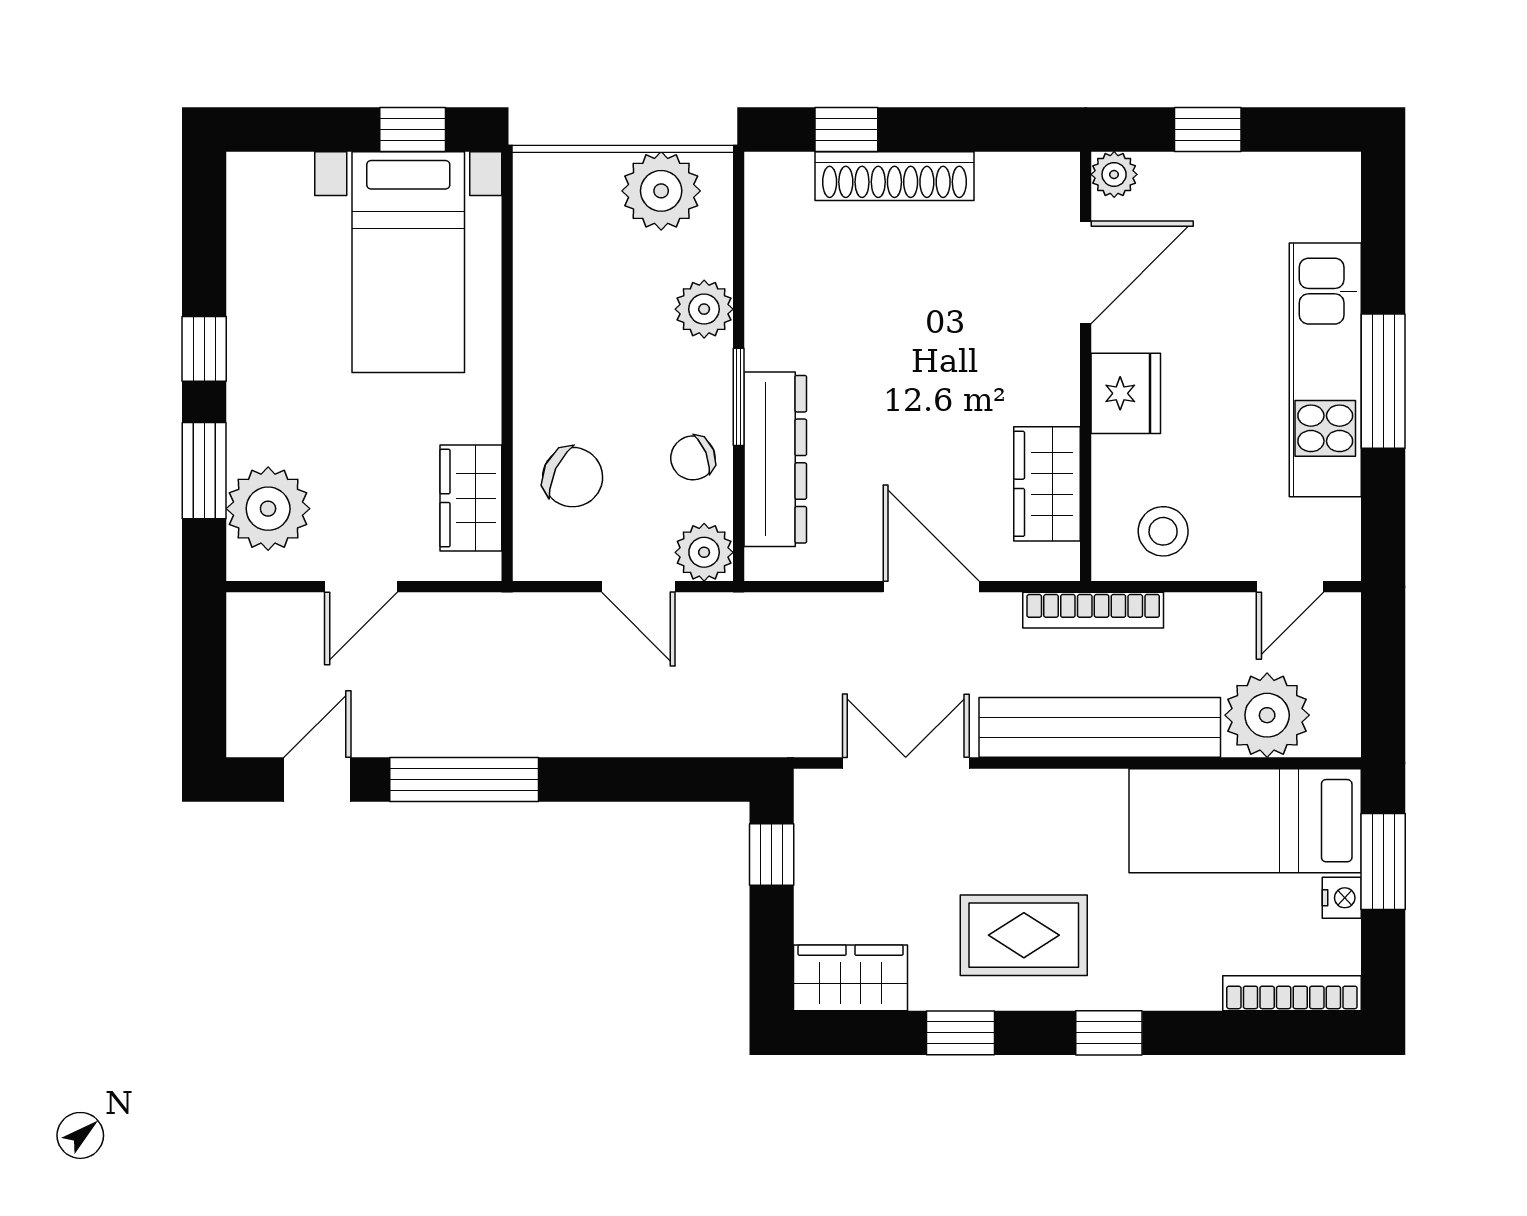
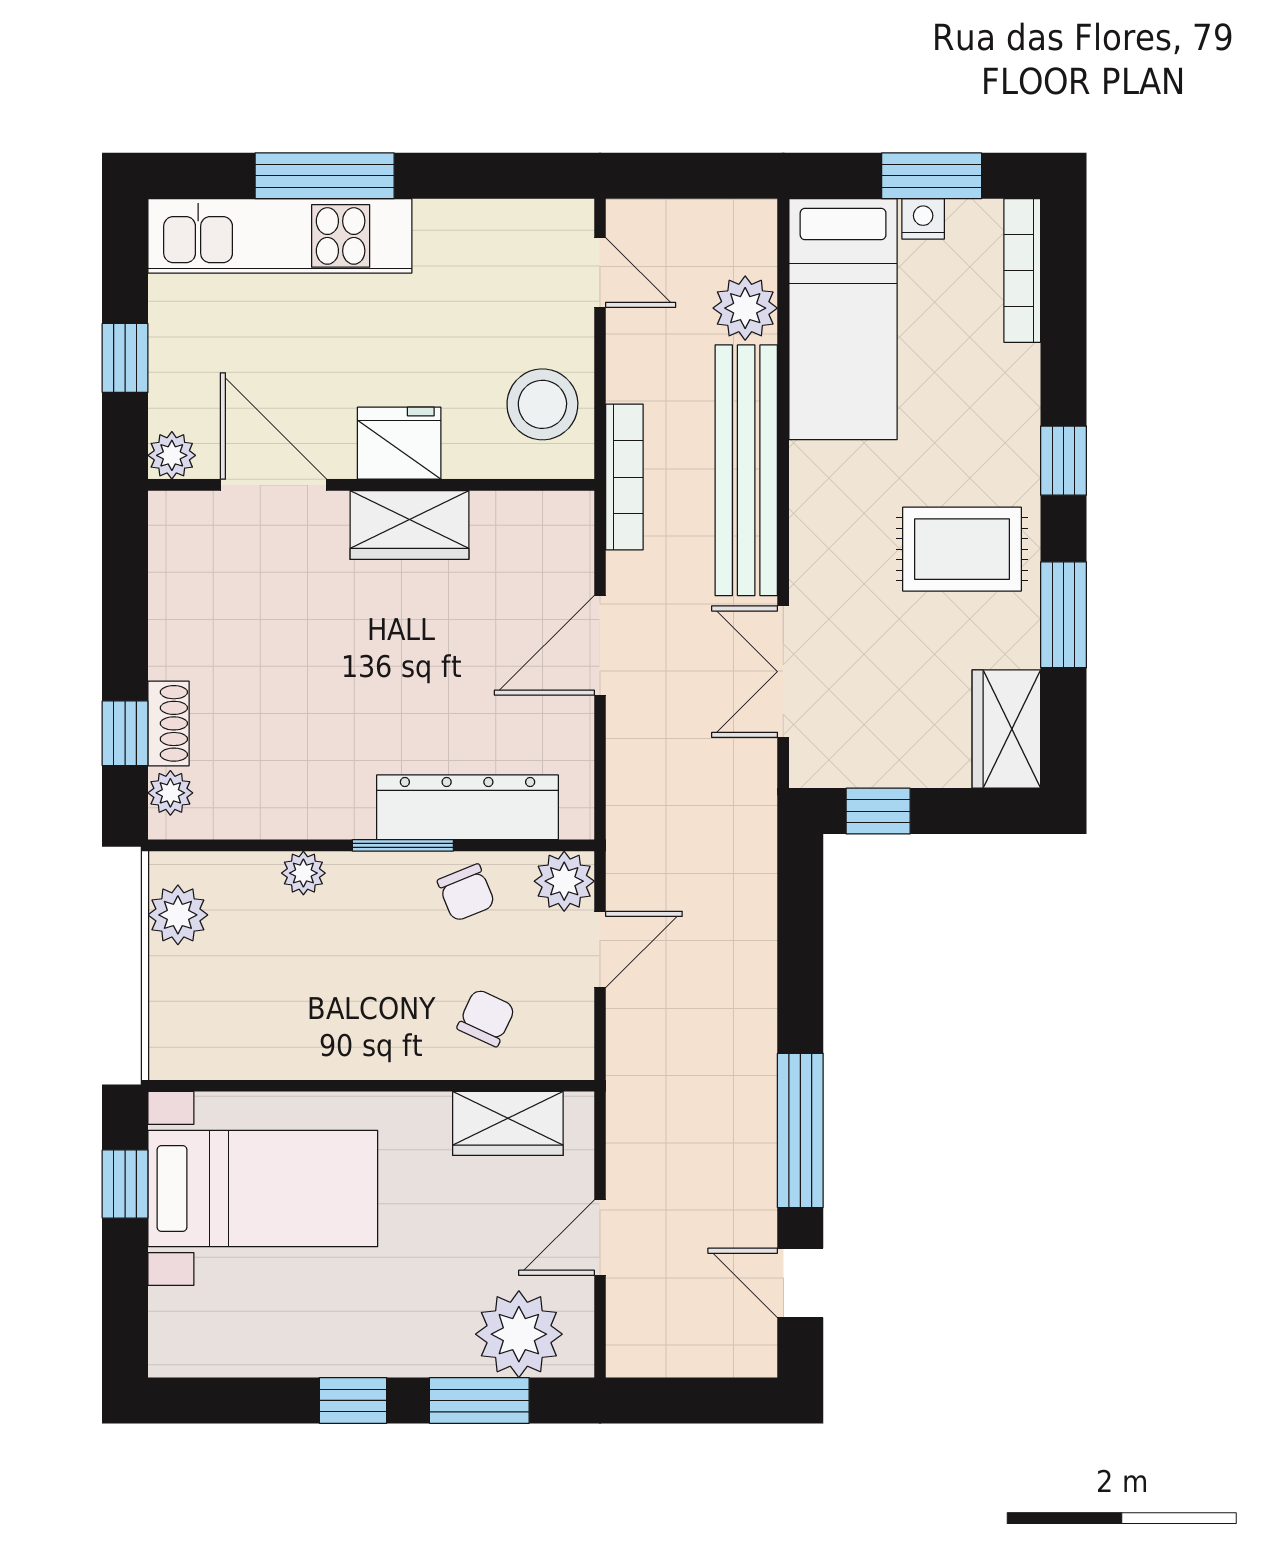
plant: (789, 173) -> (170, 793), added
shoe rack: (894, 176) -> (169, 723), width x0.51, depth x0.81
plant: (661, 191) -> (178, 915), width x0.73, depth x0.73
plant: (704, 309) -> (303, 873), width x0.73, depth x0.73
kitchen unit: (1325, 370) -> (280, 236), moved
window: (1383, 381) -> (325, 176), moved
chair: (573, 477) -> (486, 1018), width x0.73, depth x0.73
wardrobe: (1047, 484) -> (409, 525), moved
stool: (1163, 531) -> (542, 404), width x1.38, depth x1.38
door: (361, 587) -> (600, 1238), swing flipped
plant: (1267, 715) -> (745, 308), width x0.73, depth x0.73
window: (1383, 862) -> (932, 176), moved
rug: (1024, 935) -> (962, 549), turned 90
window: (961, 1033) -> (1064, 615), width x1.50

